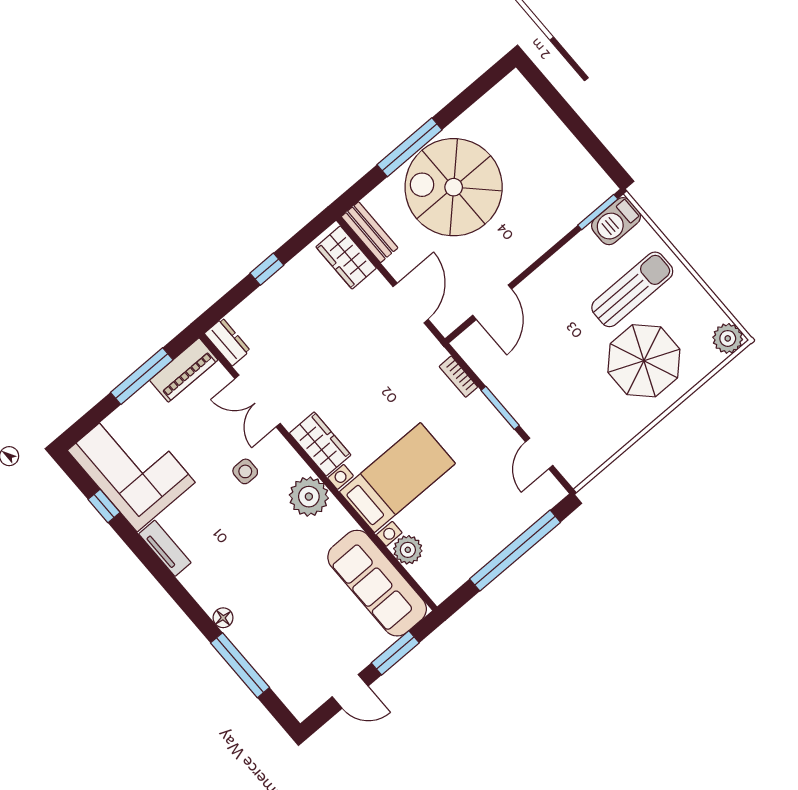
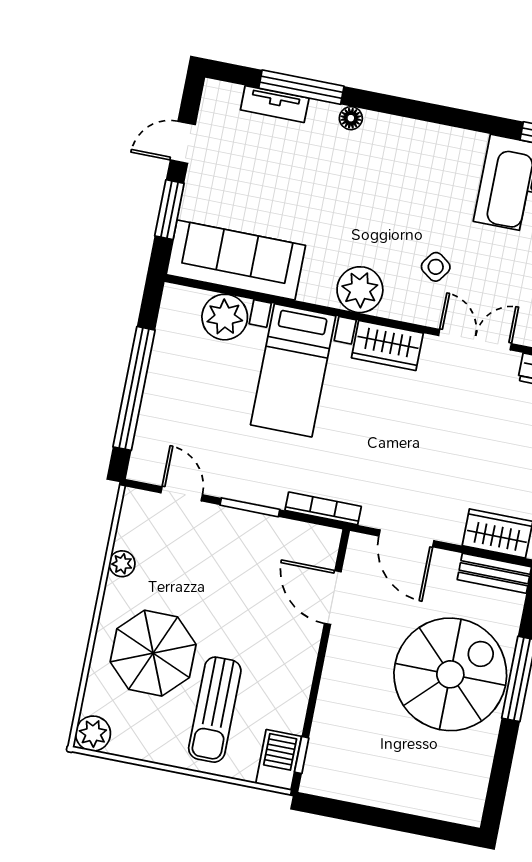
window: (598, 212) -> (302, 755), width x0.67
bookcase: (458, 377) -> (323, 508), width x1.56
plant: (617, 438) -> (122, 564), added
side table: (245, 471) -> (436, 267), turned 36
tv unit: (165, 548) -> (275, 104), moved
plant: (408, 550) -> (225, 317), width x1.36, depth x1.36

